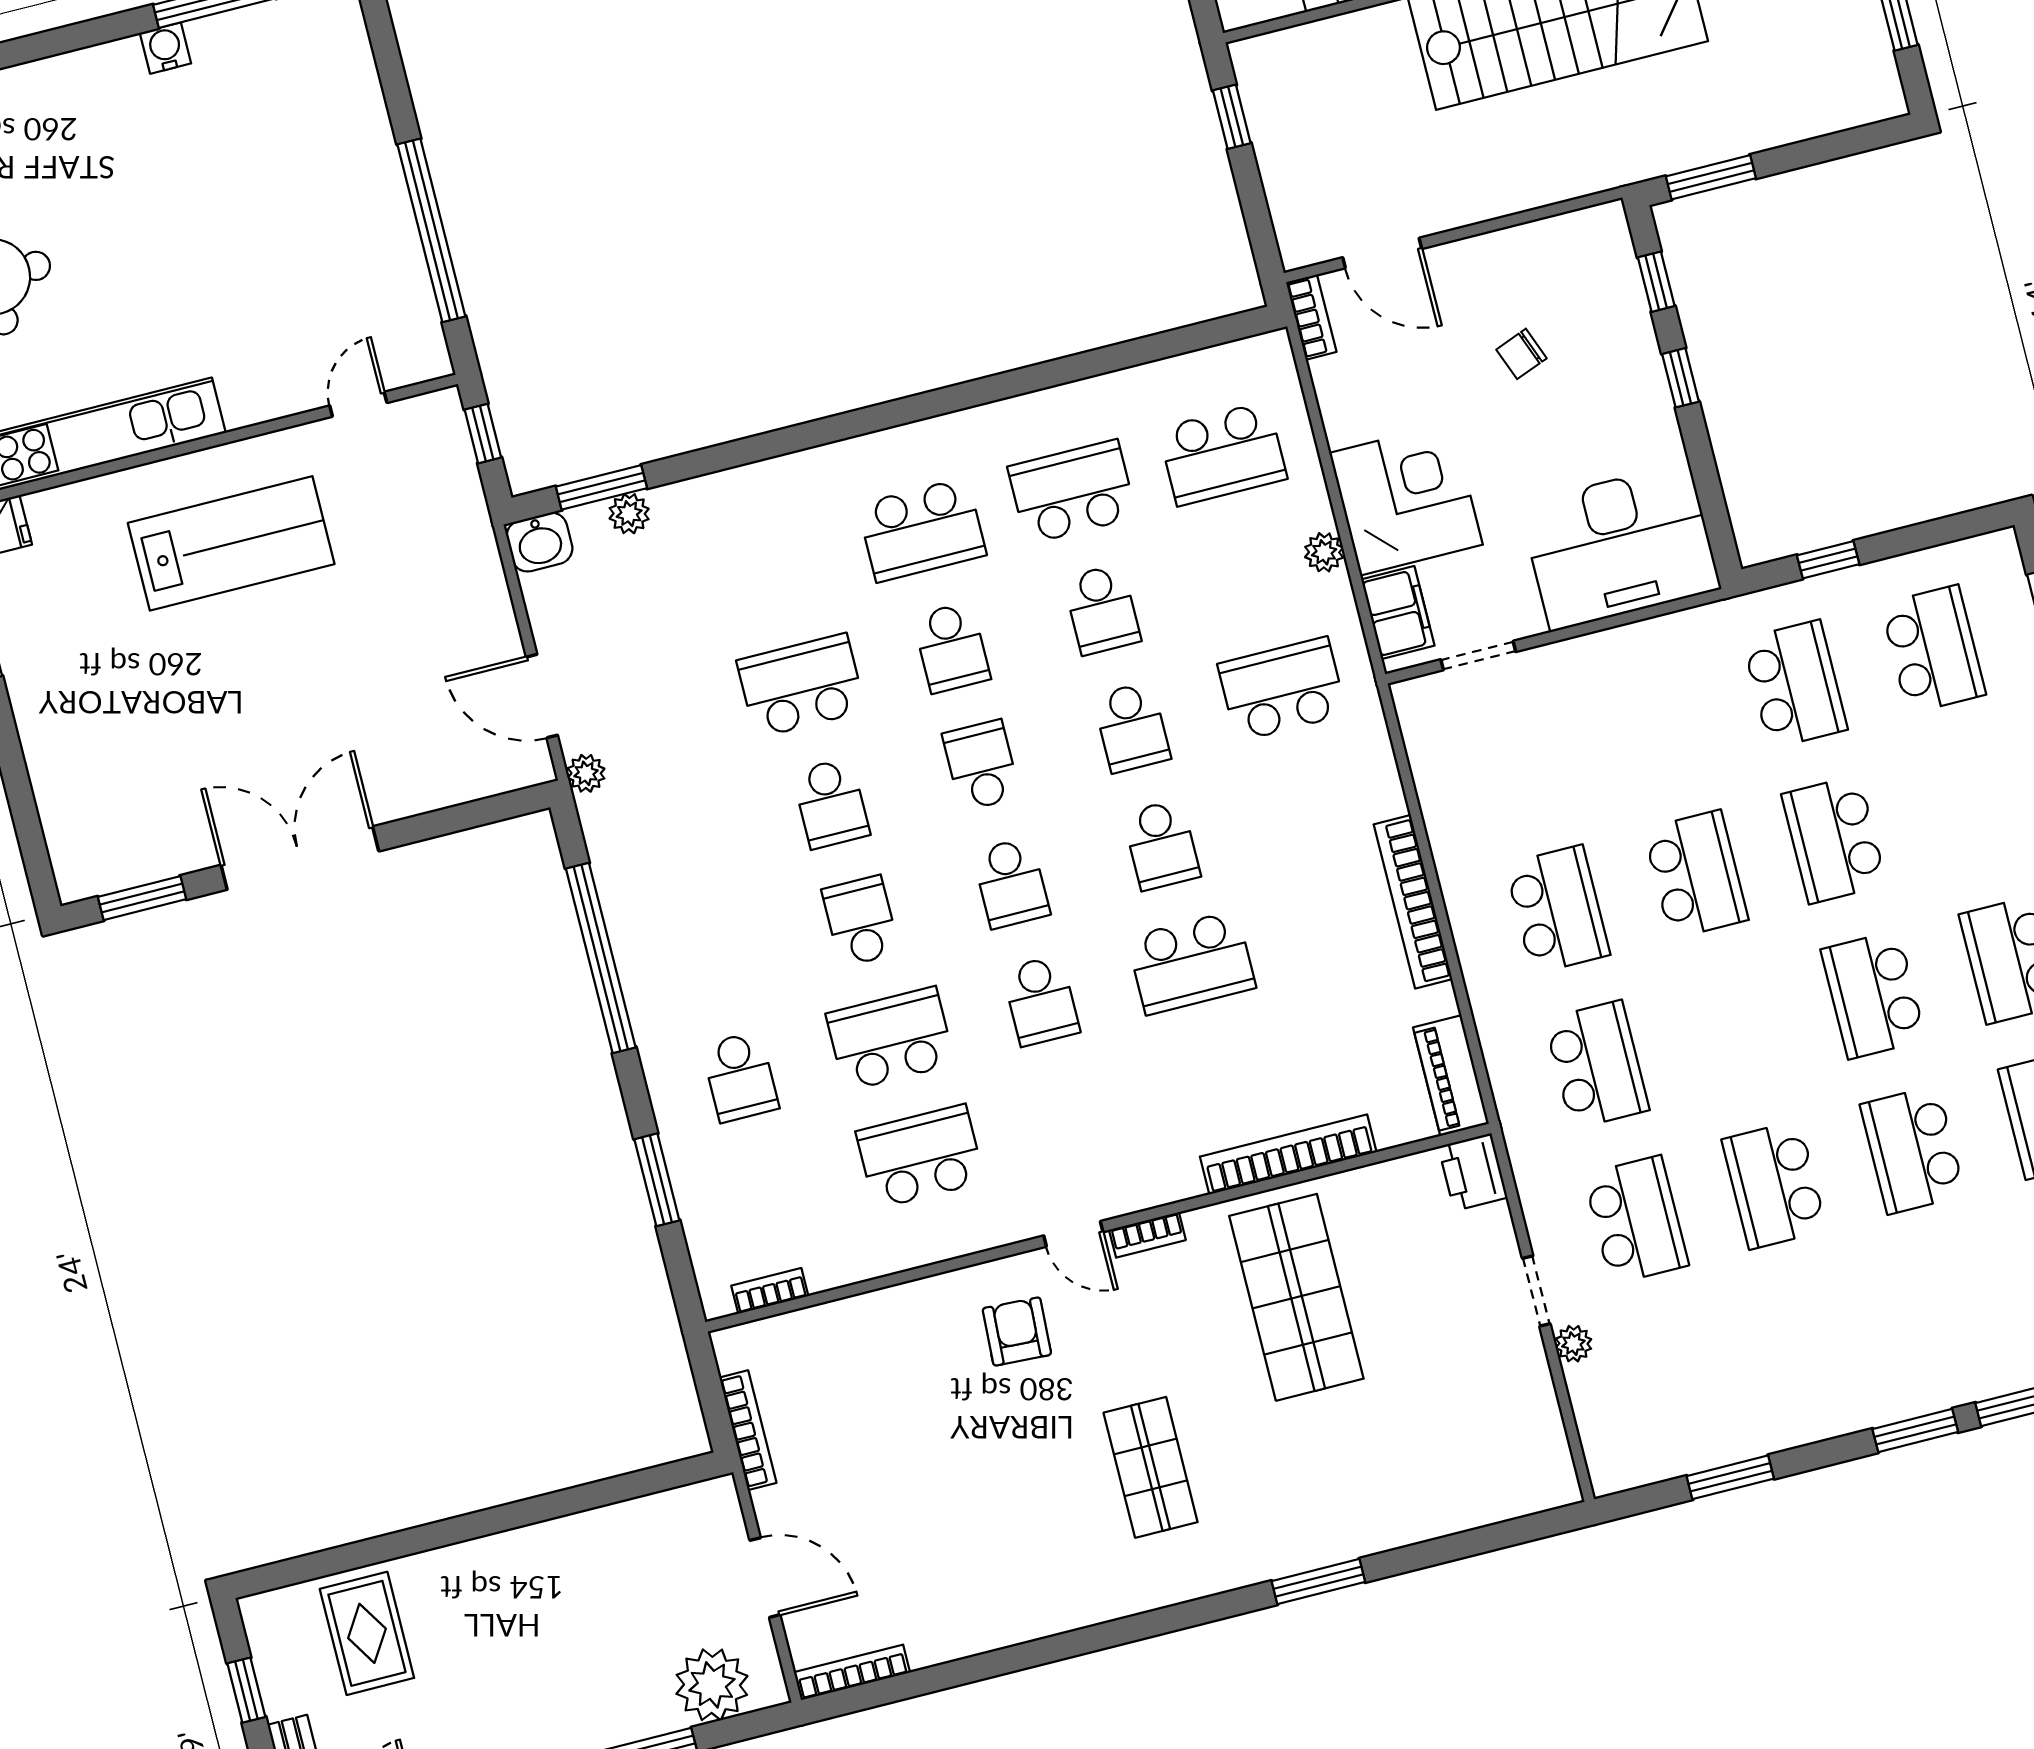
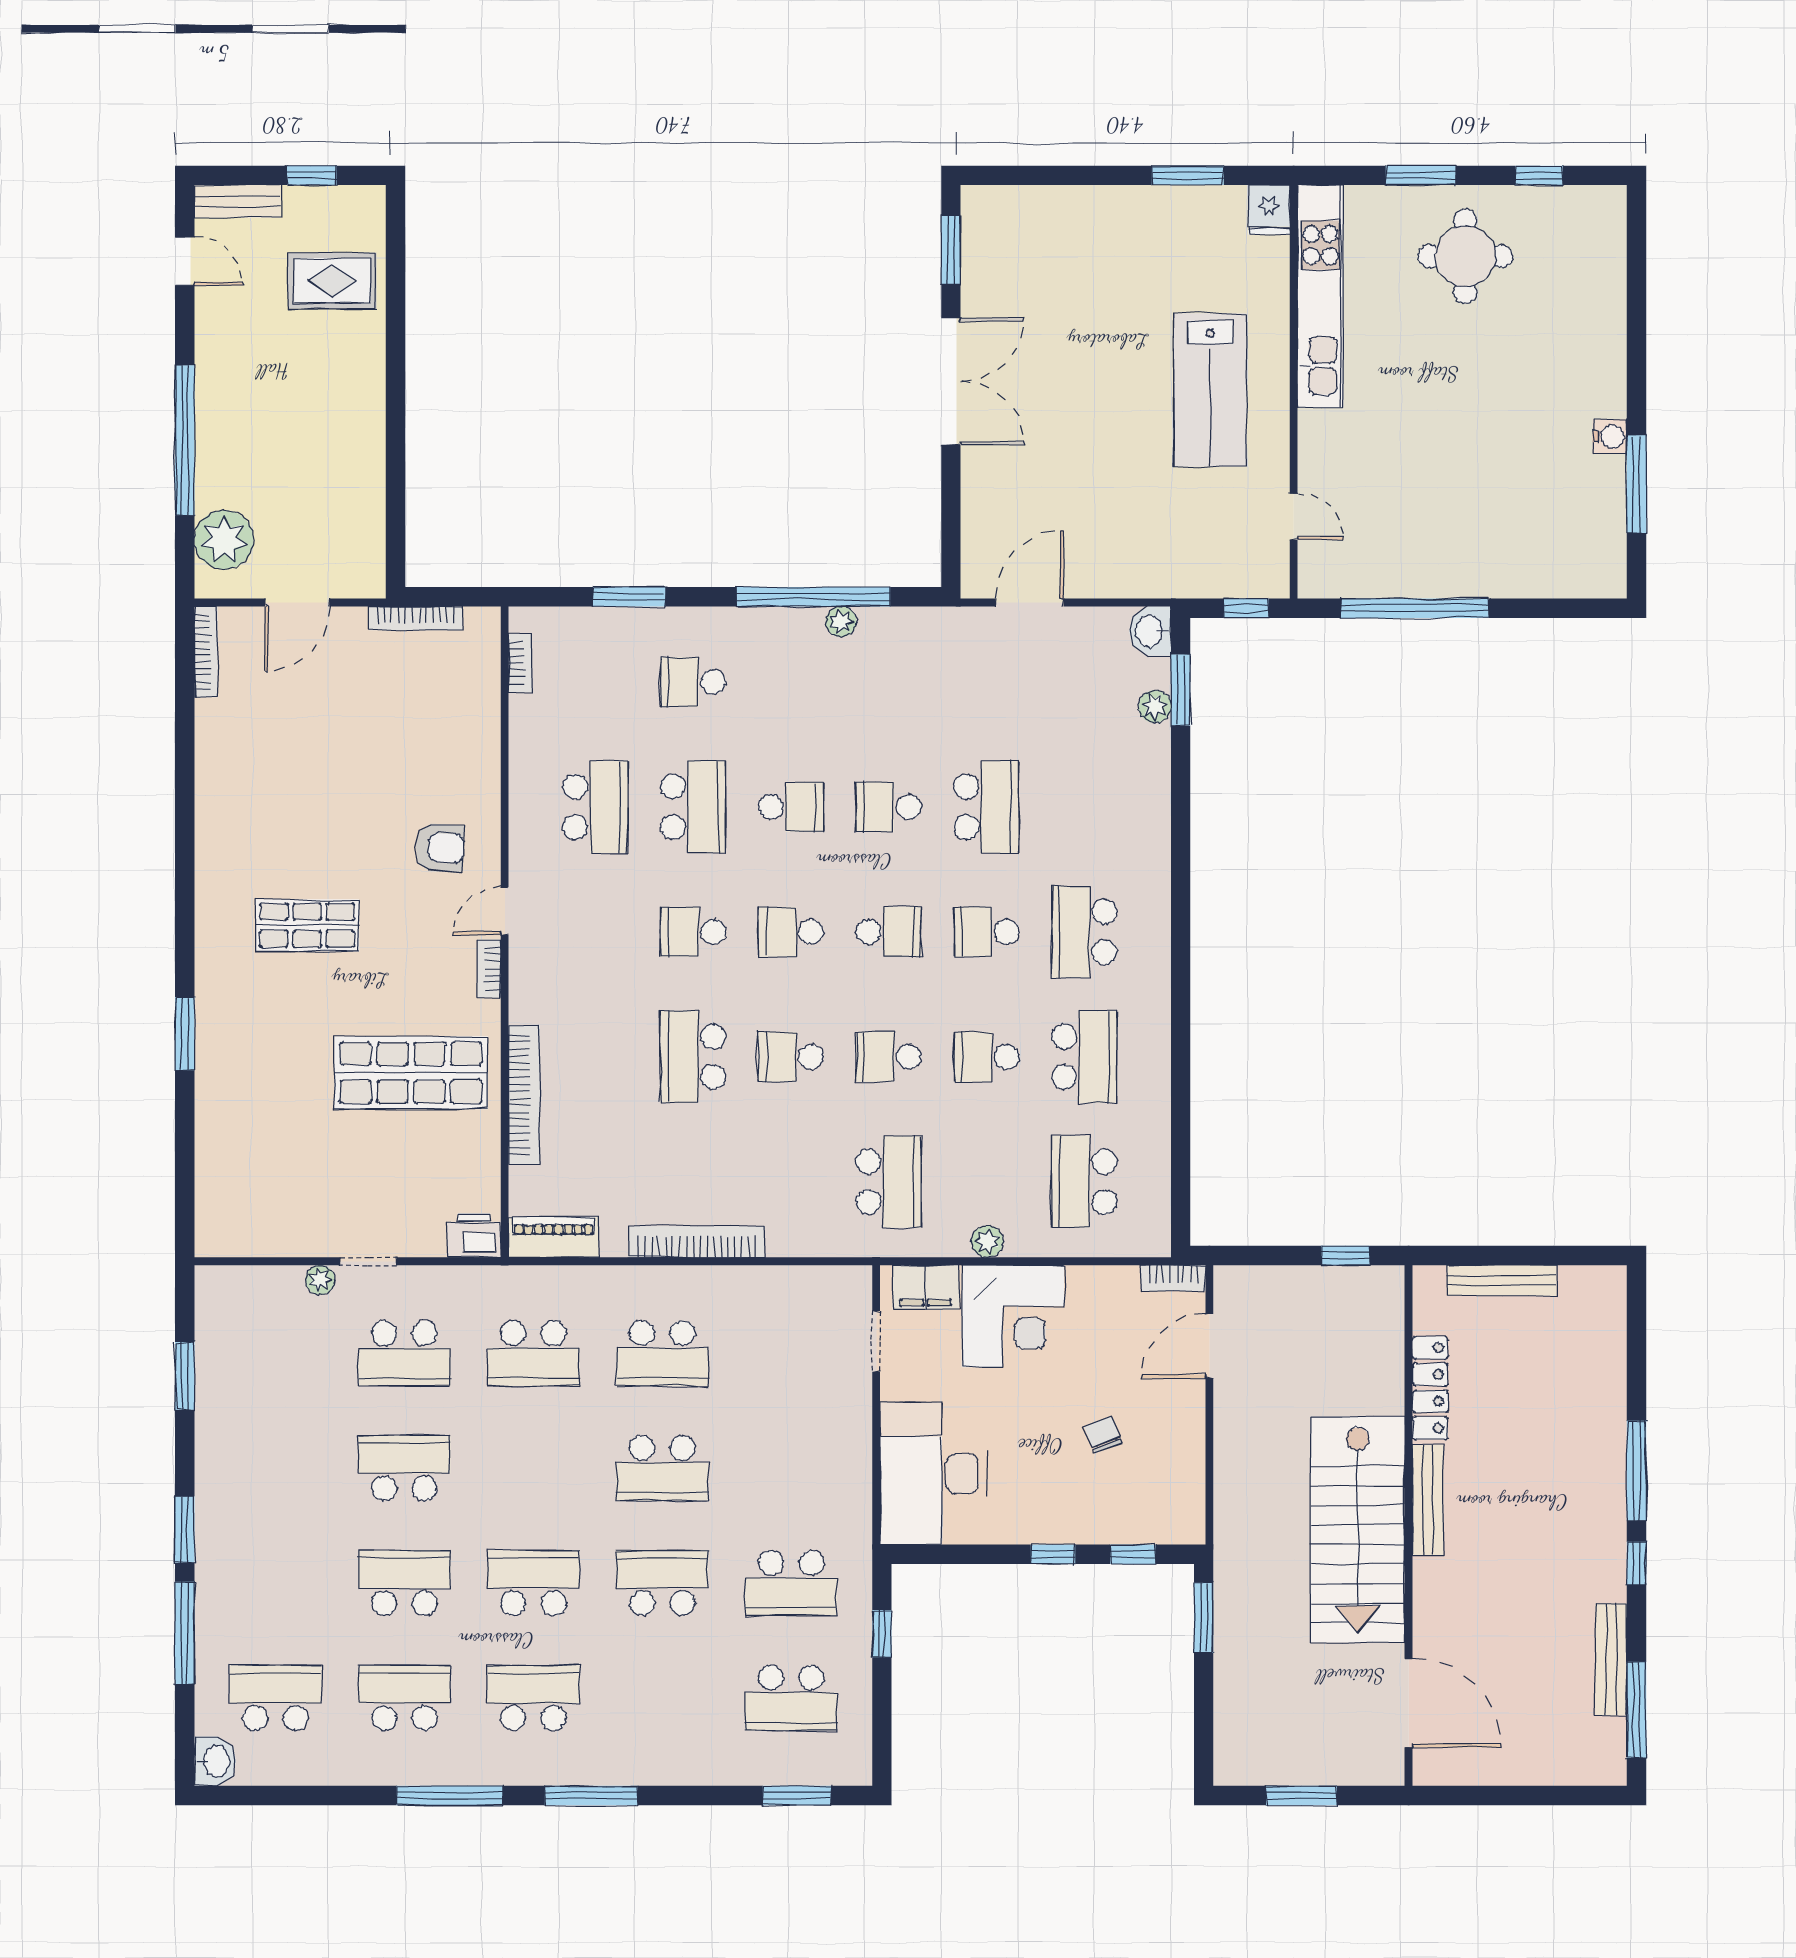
plant: (586, 773) -> (841, 622), moved

